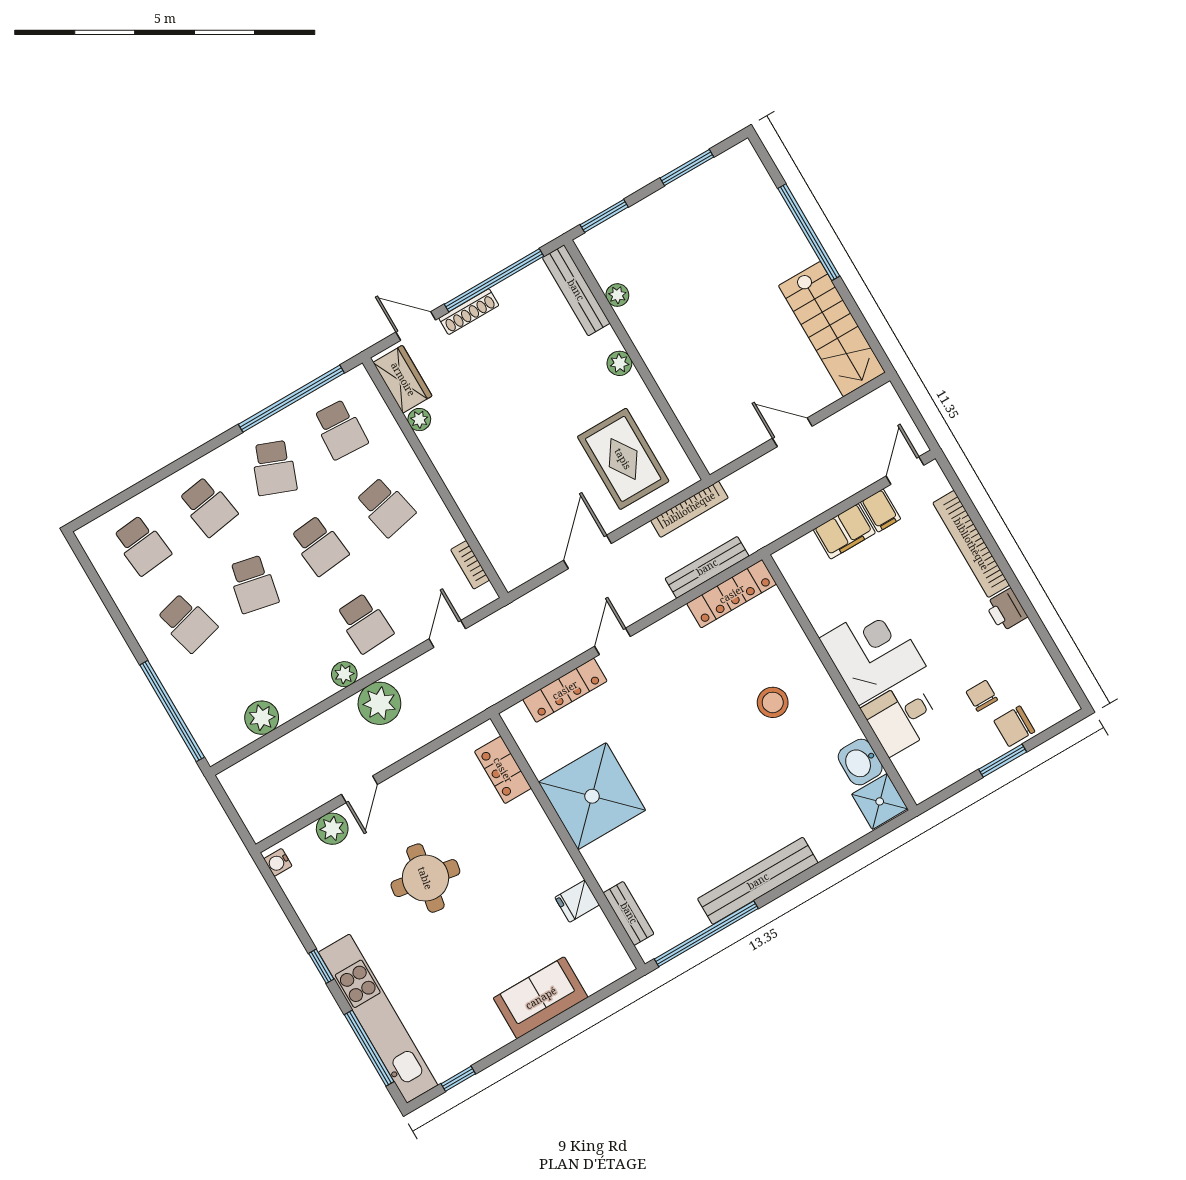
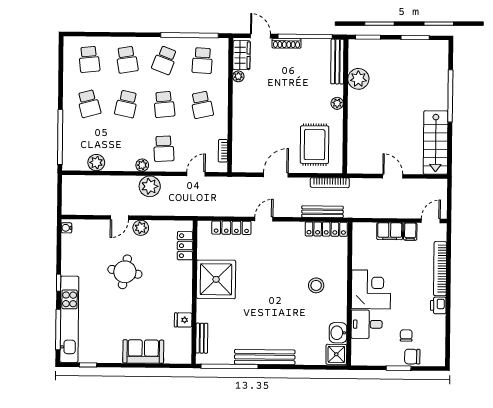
plant: (617, 295) -> (358, 79), width x1.88, depth x1.88
plant: (332, 829) -> (141, 228), moved

